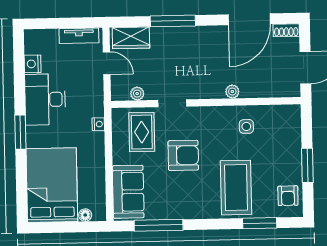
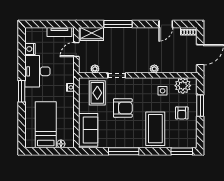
door: (249, 19) -> (166, 24), width x0.53
door: (107, 63) -> (76, 50), swing flipped
plant: (279, 118) -> (183, 86), added
window: (307, 165) -> (200, 106), moved
bed: (52, 185) -> (46, 125), width x0.67
armchair: (288, 196) -> (182, 113), moved
window: (260, 223) -> (182, 151), moved
window: (159, 225) -> (124, 151), moved

